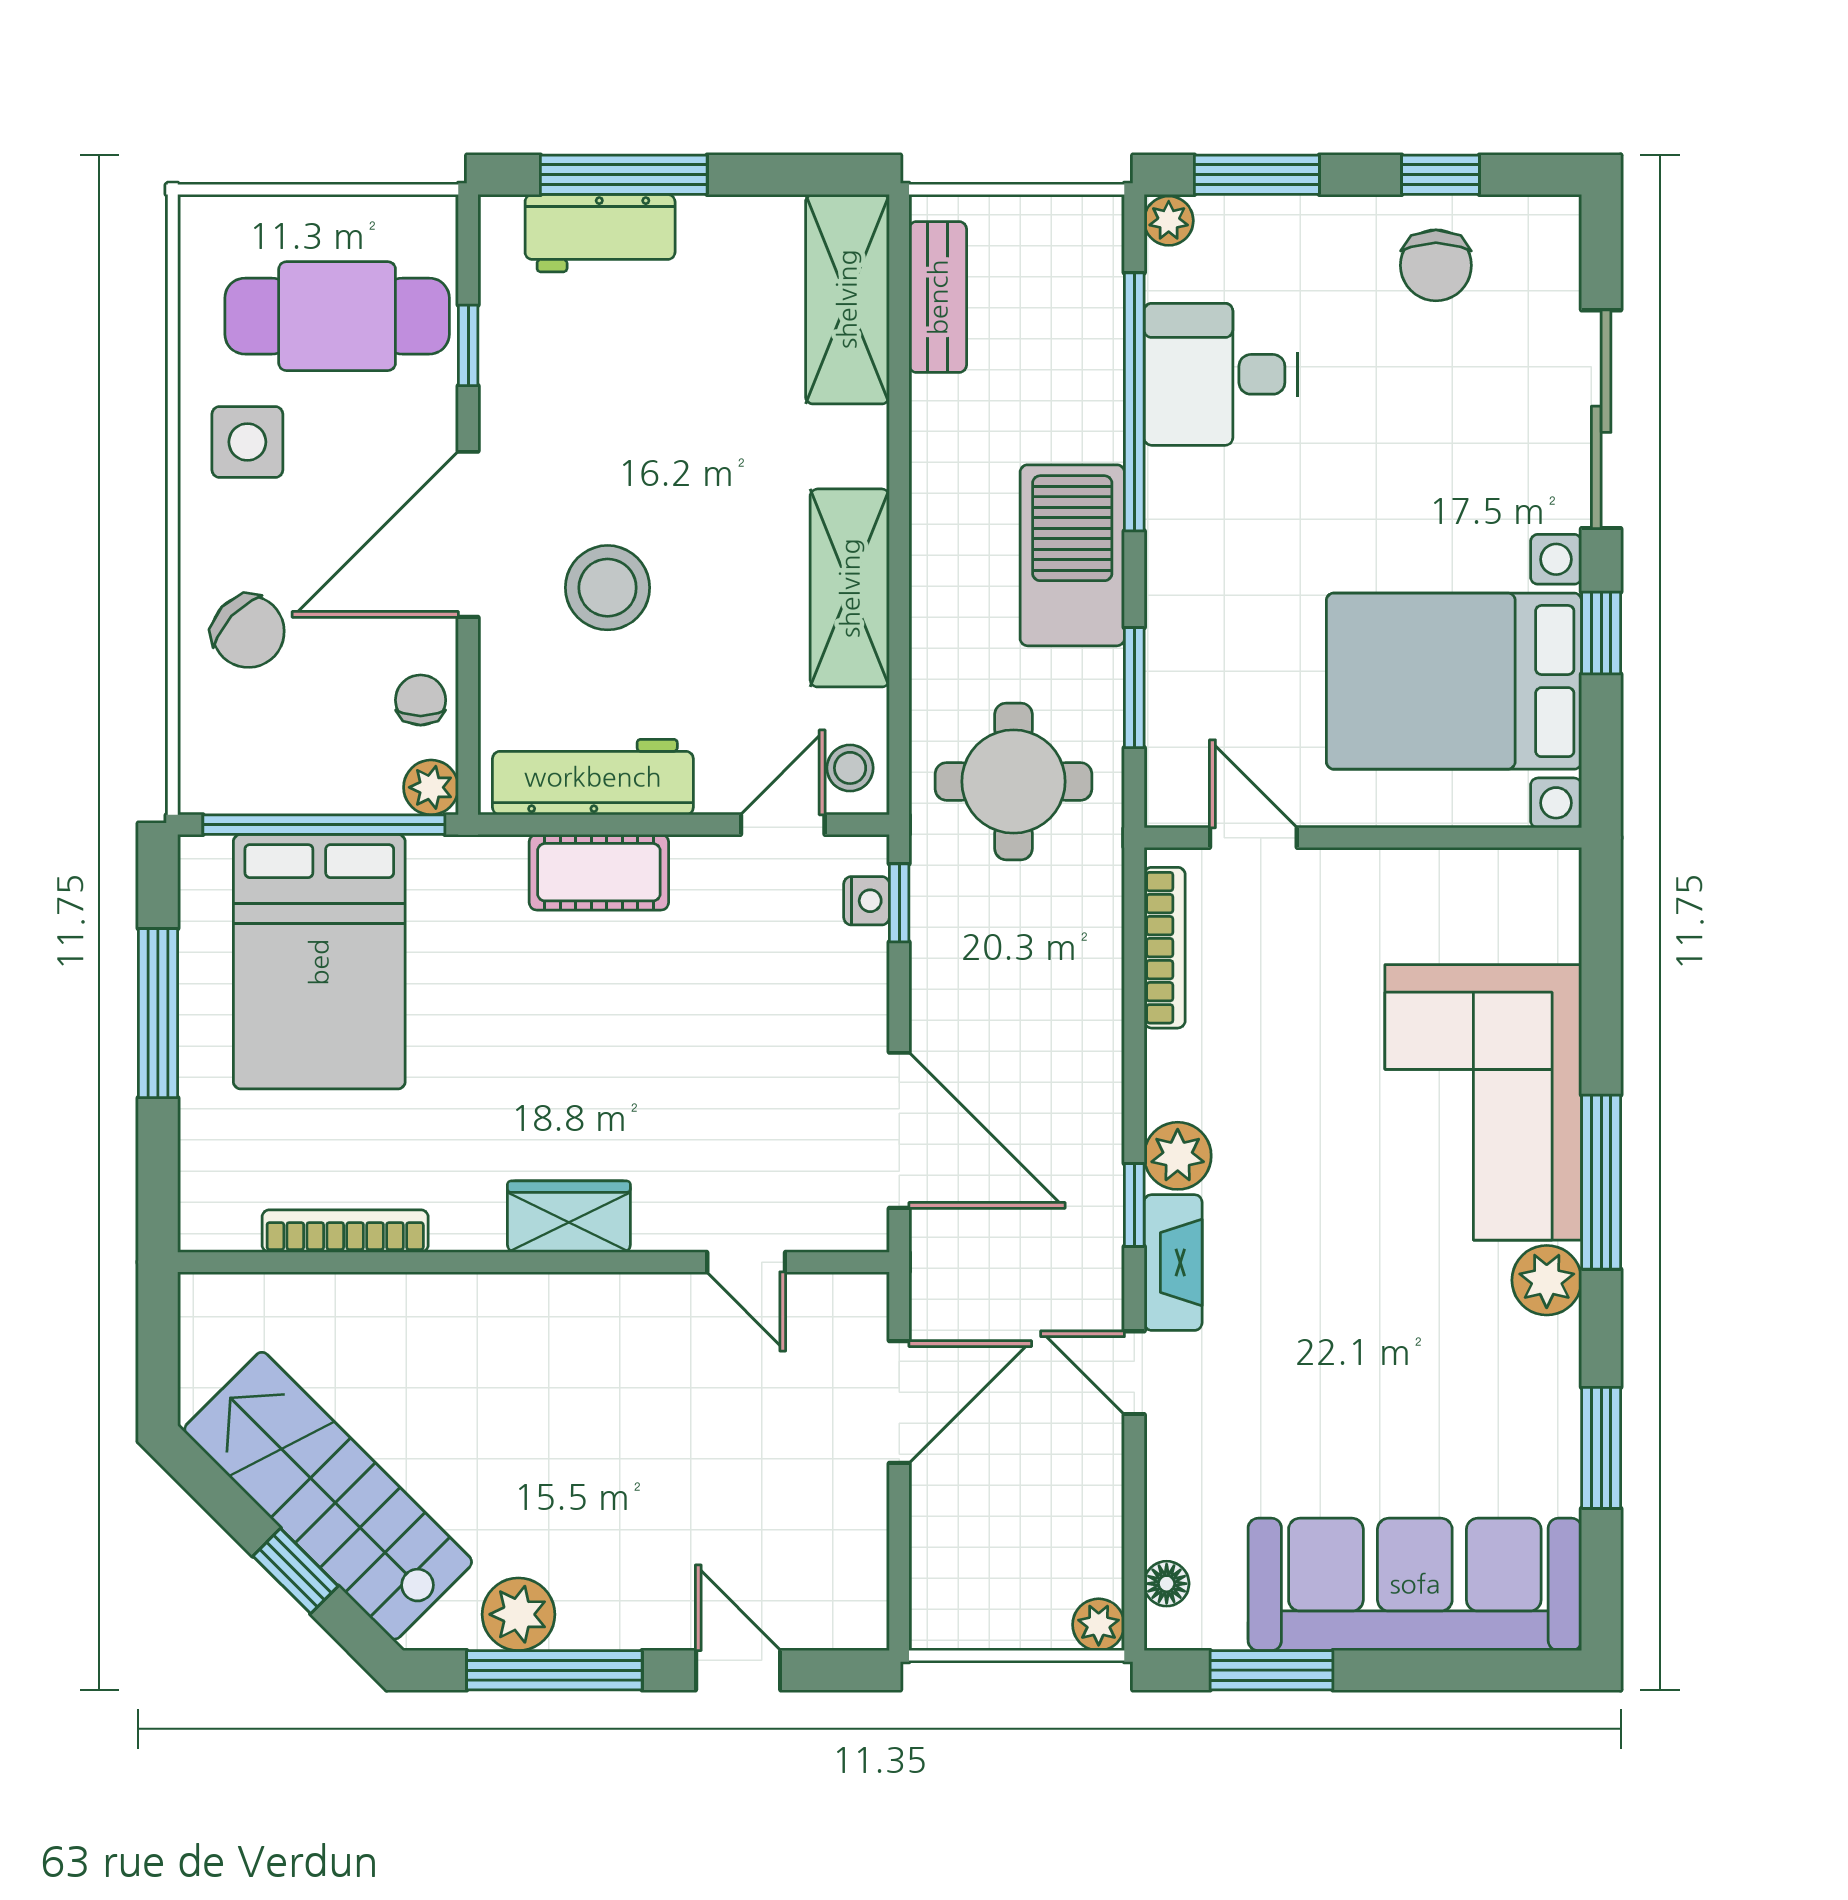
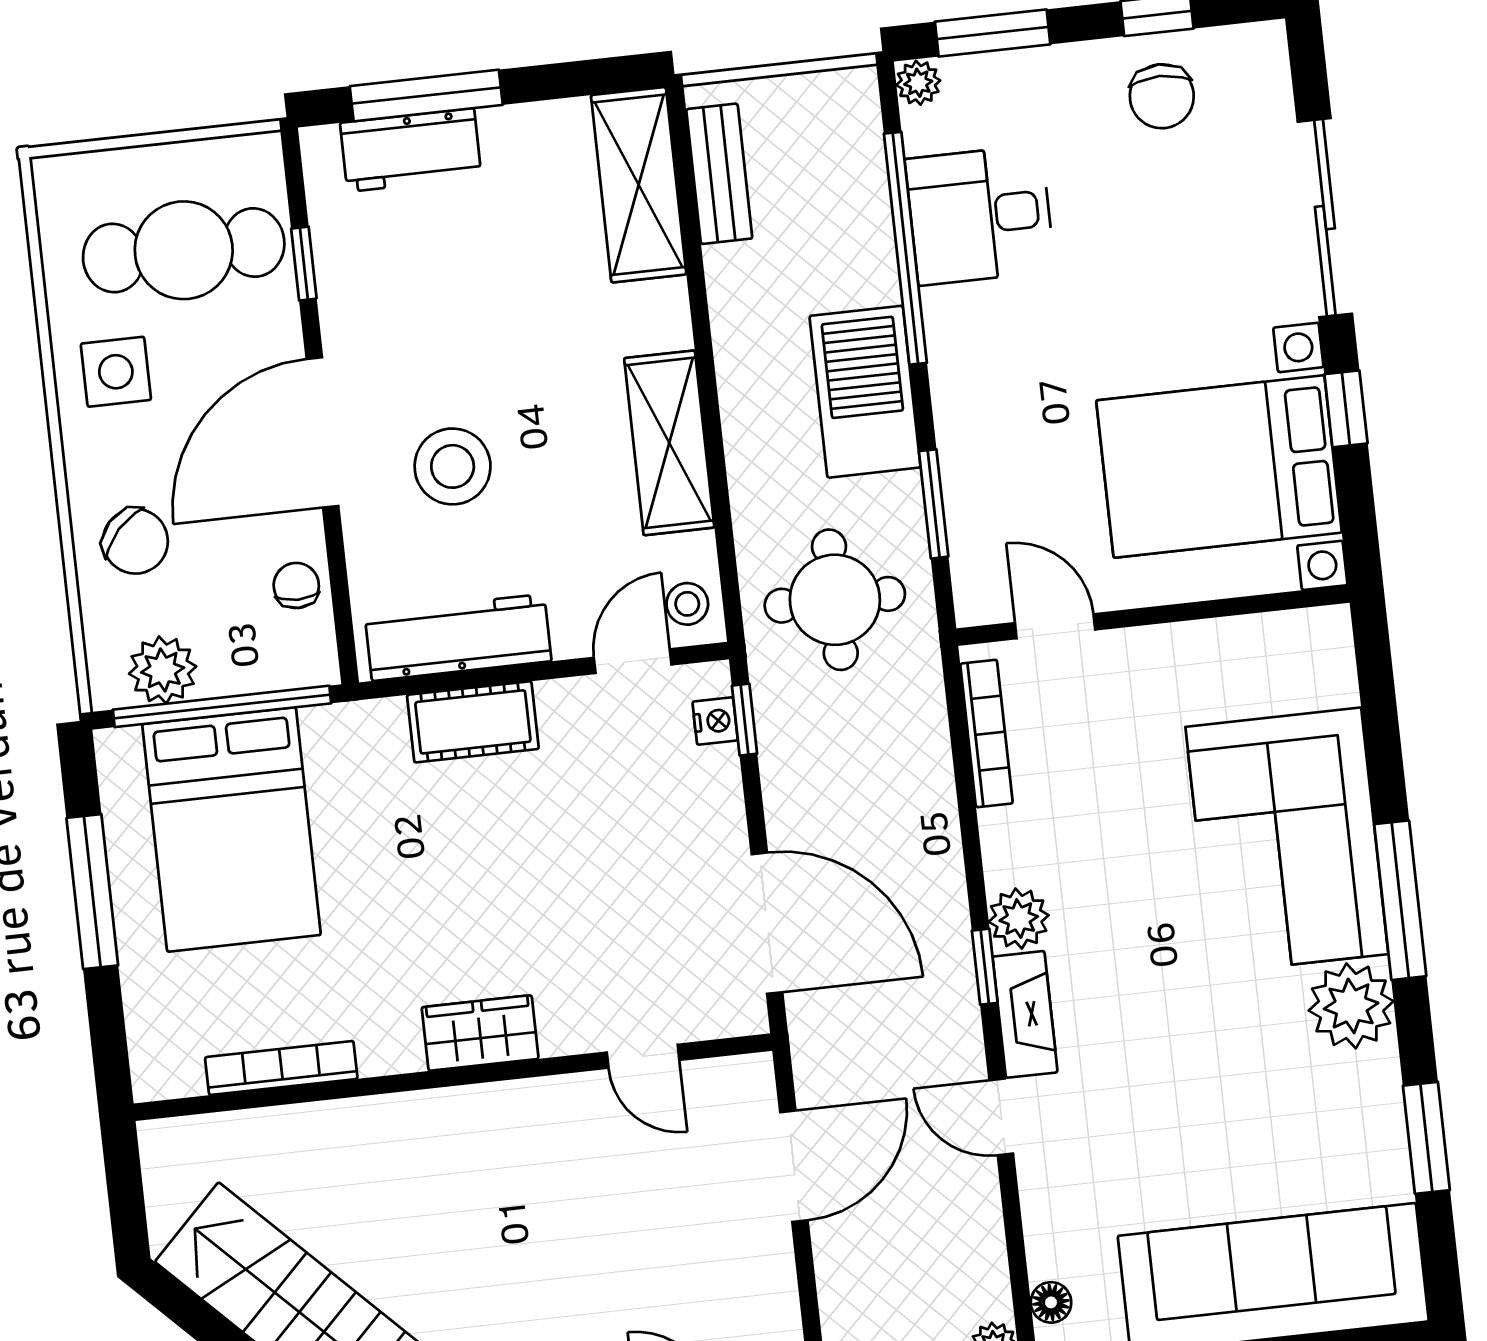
plant: (431, 787) -> (163, 670), moved, width x1.38, depth x1.38
plant: (1547, 1280) -> (1351, 1006), width x1.36, depth x1.36

